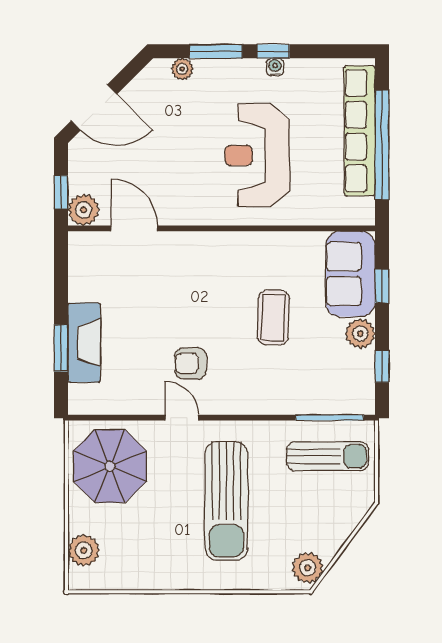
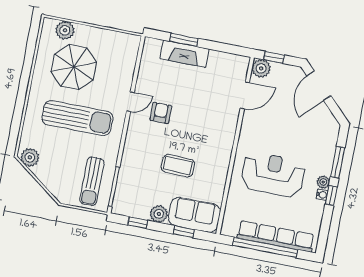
plant: (182, 69) -> (323, 182), moved
parasol: (110, 466) -> (74, 67), moved
sun lounger: (226, 501) -> (77, 118), turned 180

